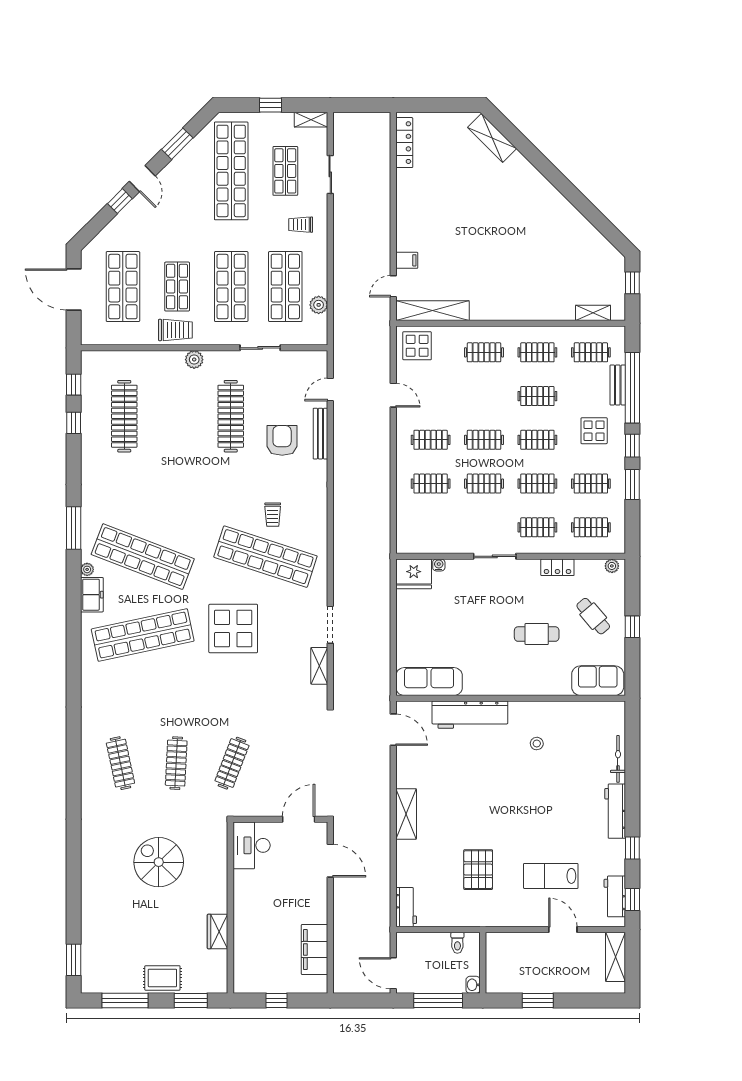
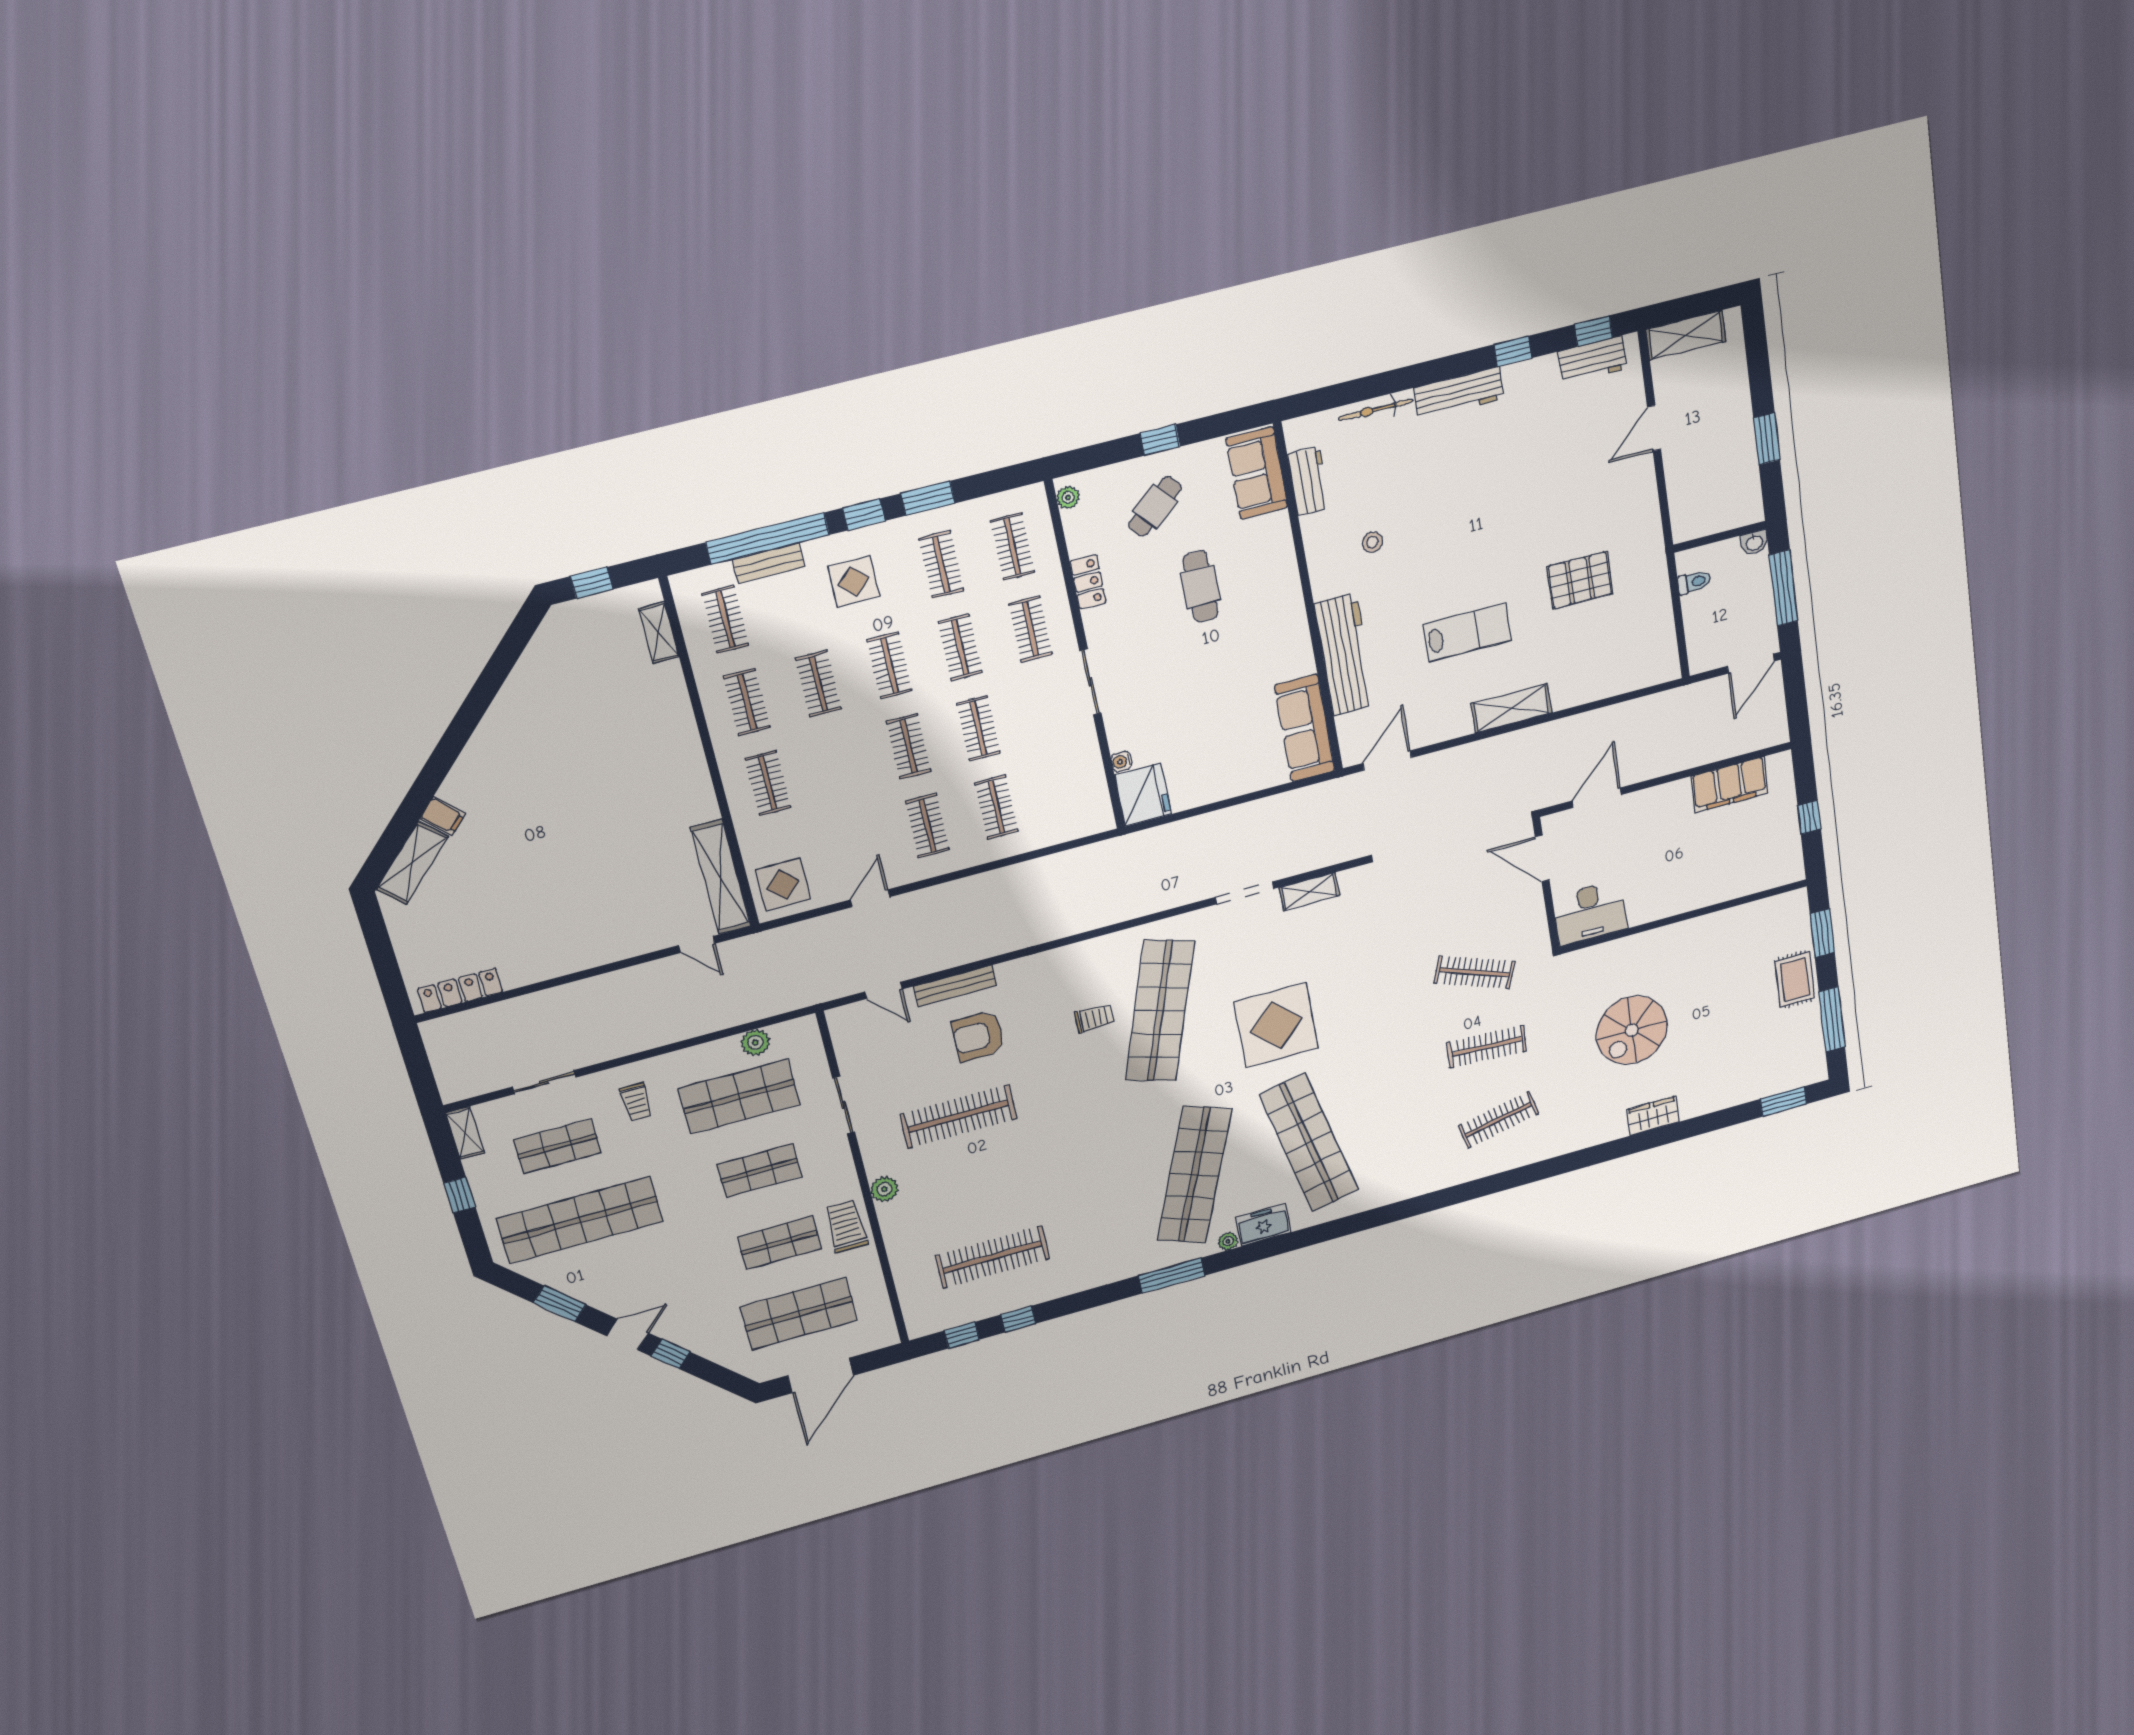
filing cabinet: (407, 260) -> (443, 816), moved, turned 135
shop shelf: (231, 287) -> (760, 1171), width x0.70, depth x0.74
lab bench: (551, 876) -> (1467, 632), moved, turned -90
workbench: (406, 907) -> (1309, 481), moved, turned 90
wardrobe: (218, 931) -> (1653, 1116), moved, turned 180

